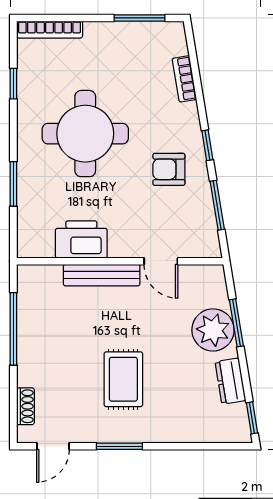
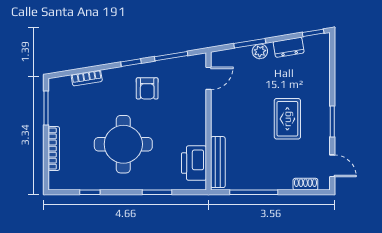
bookcase: (50, 30) -> (54, 149), moved
printer: (81, 239) -> (194, 163), moved
door: (161, 261) -> (209, 78), moved
bench: (102, 275) -> (218, 162), moved
plant: (213, 330) -> (260, 51), width x0.53, depth x0.53
rug: (123, 379) -> (287, 119), turned 90

